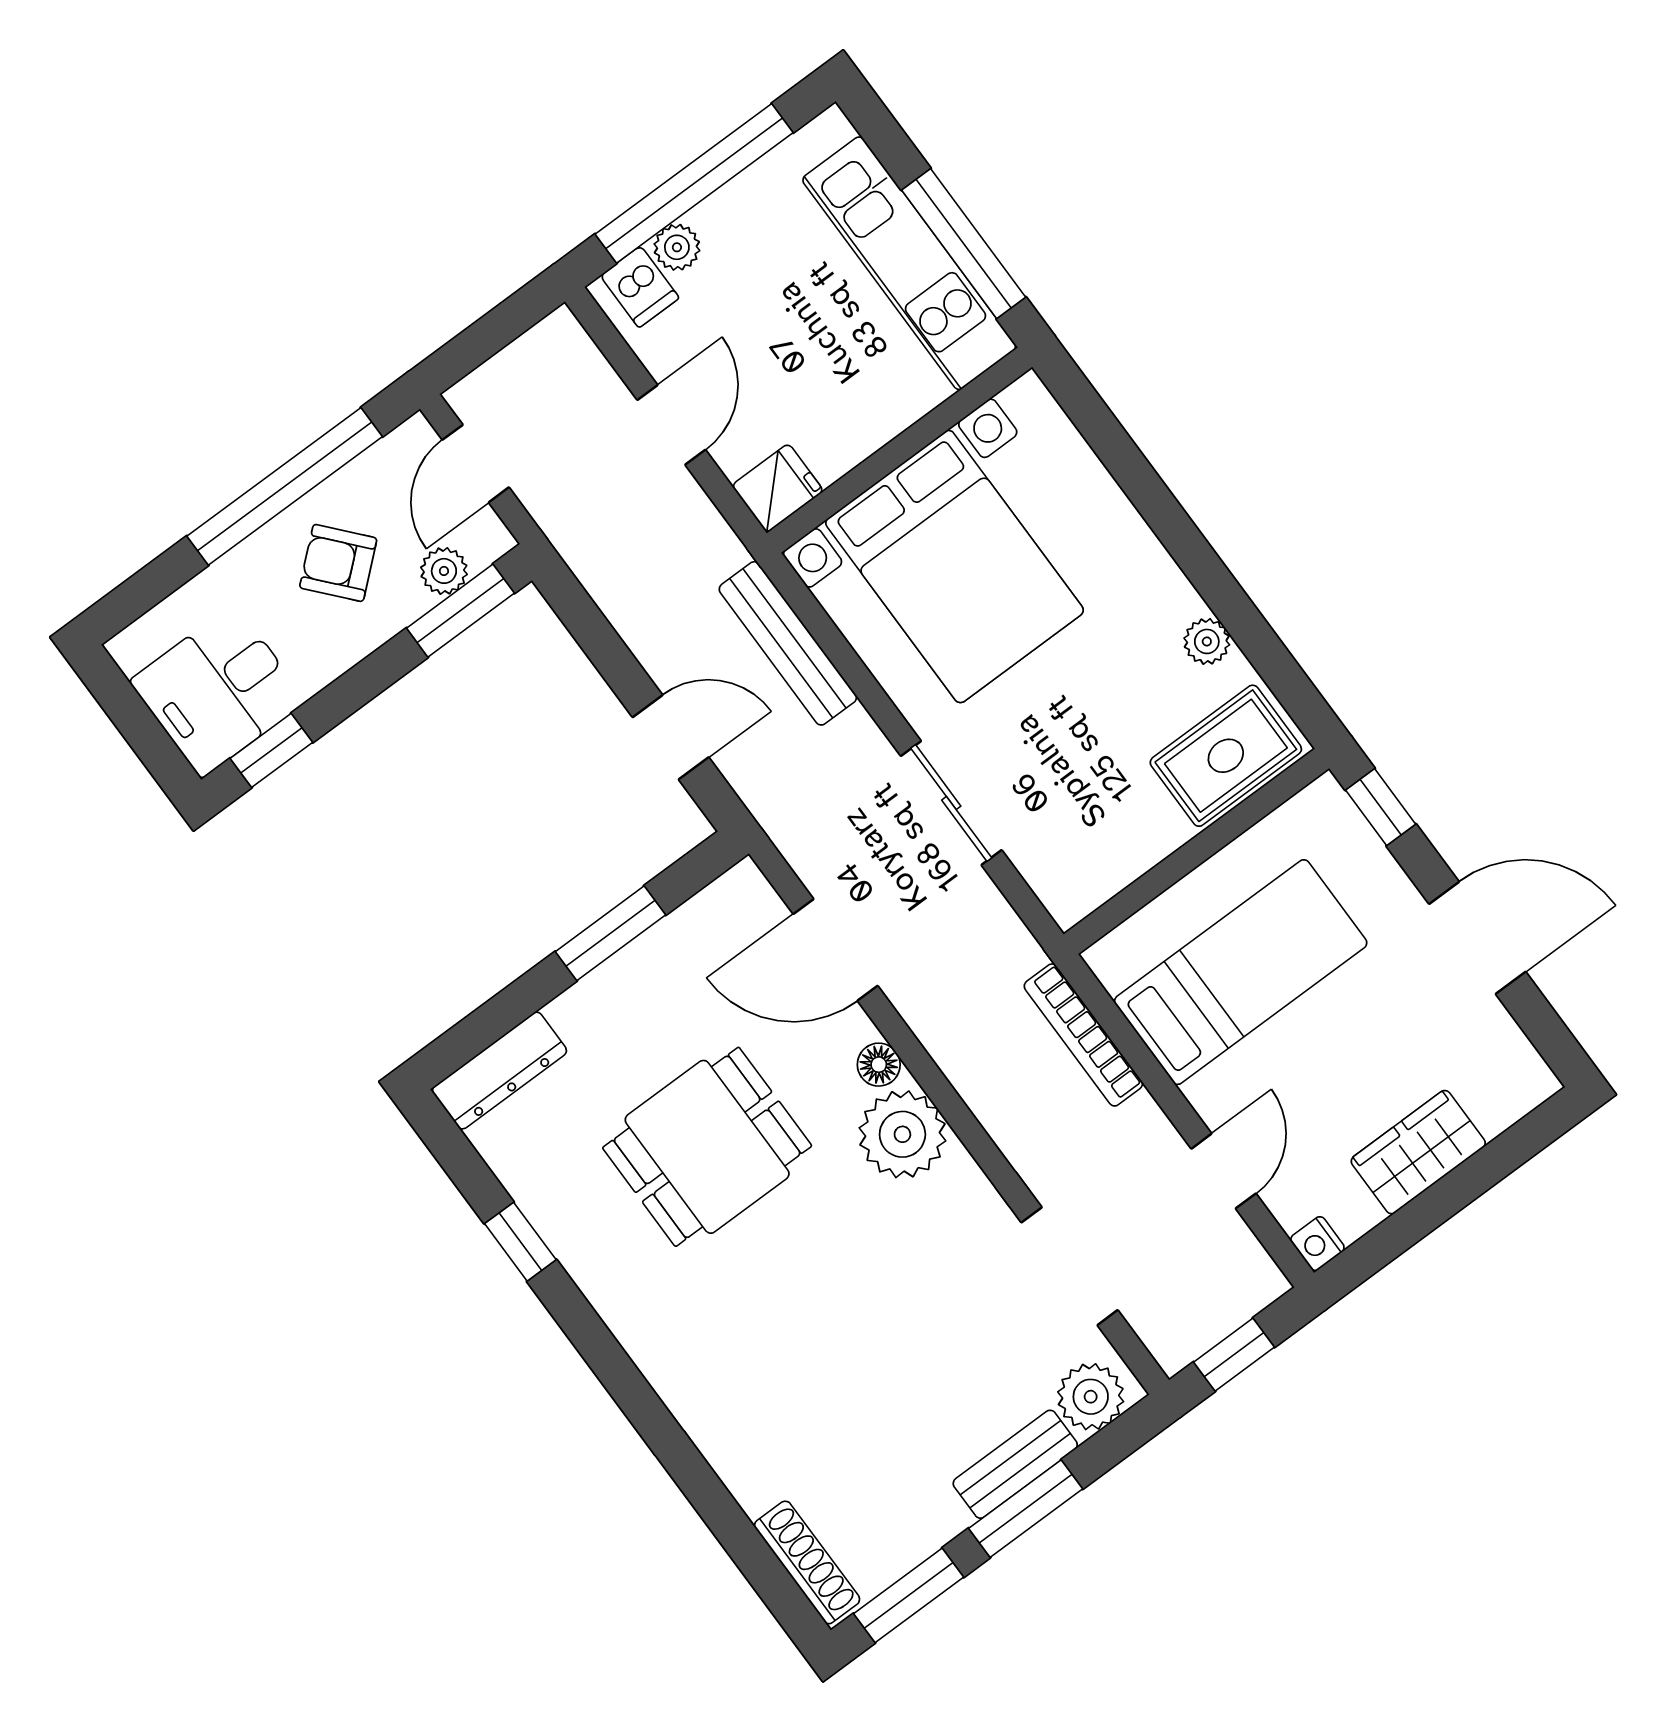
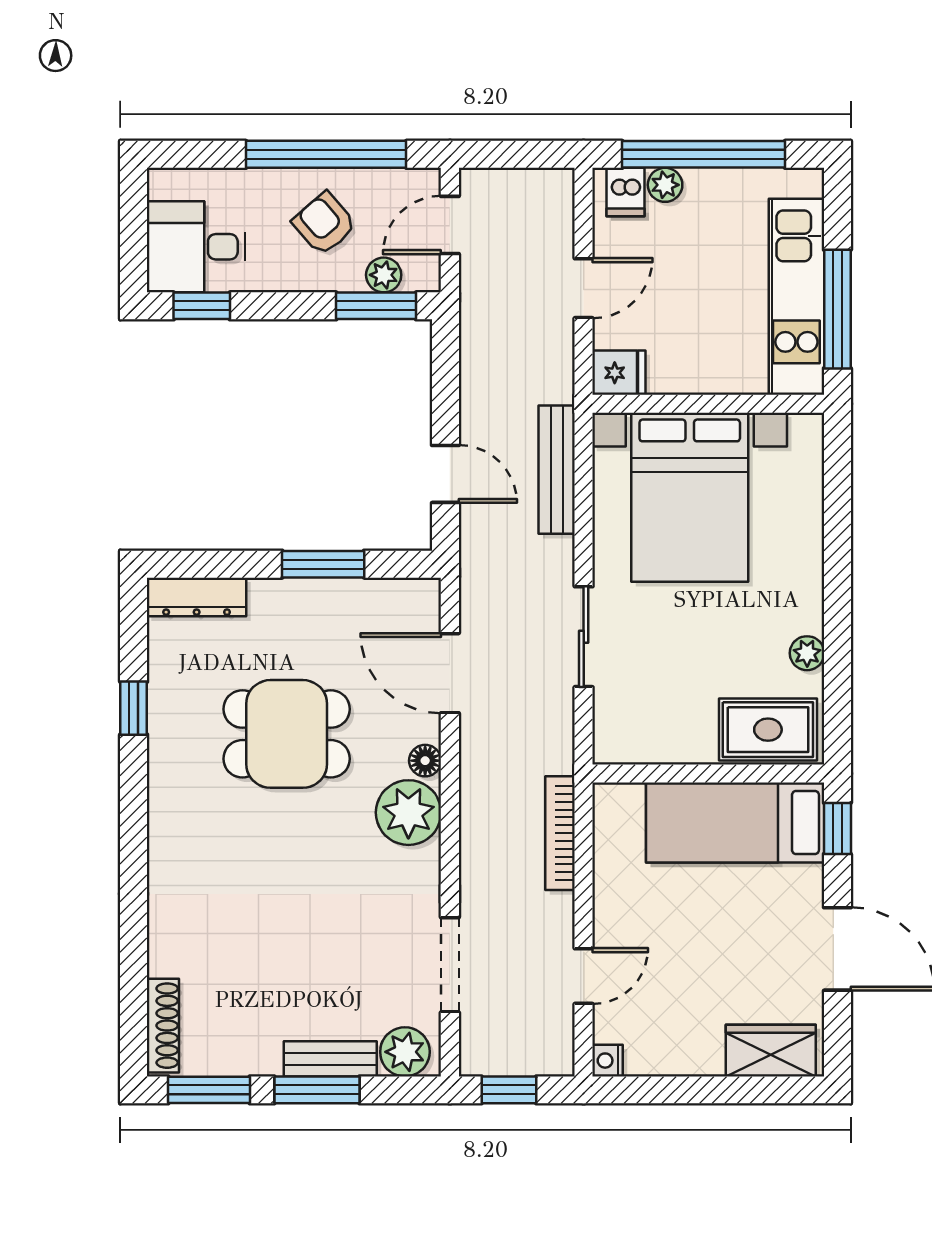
bed: (1241, 972) -> (735, 823), moved, turned 180
wardrobe: (1418, 1152) -> (771, 1051), moved

